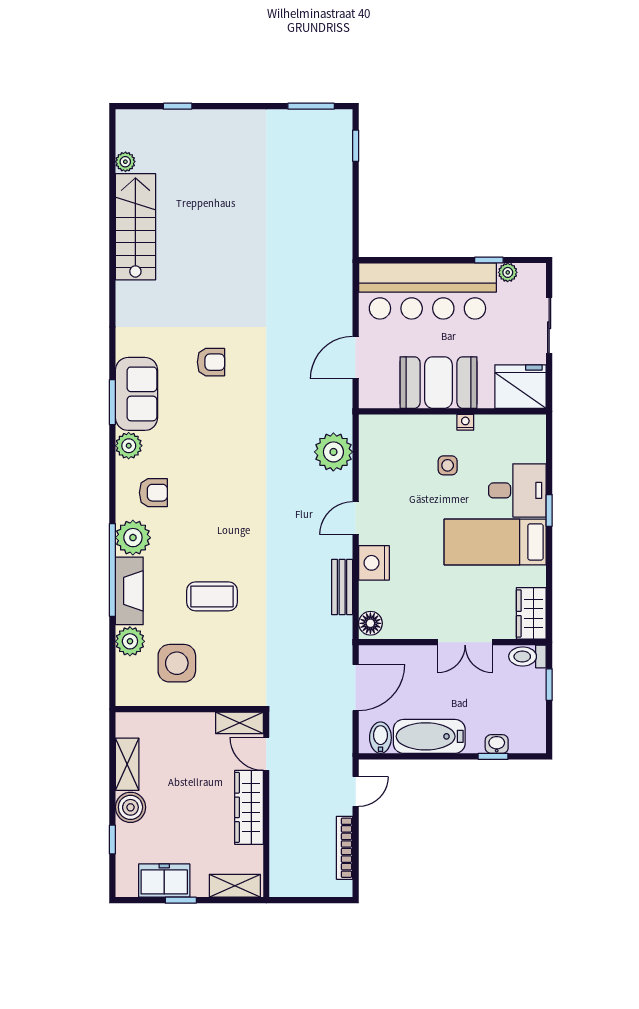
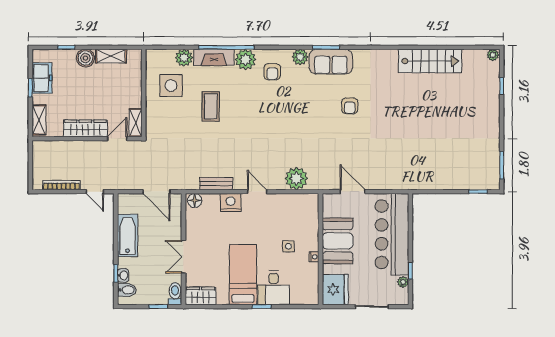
plant: (125, 162) -> (493, 55), moved
bidet: (380, 738) -> (127, 290), moved

